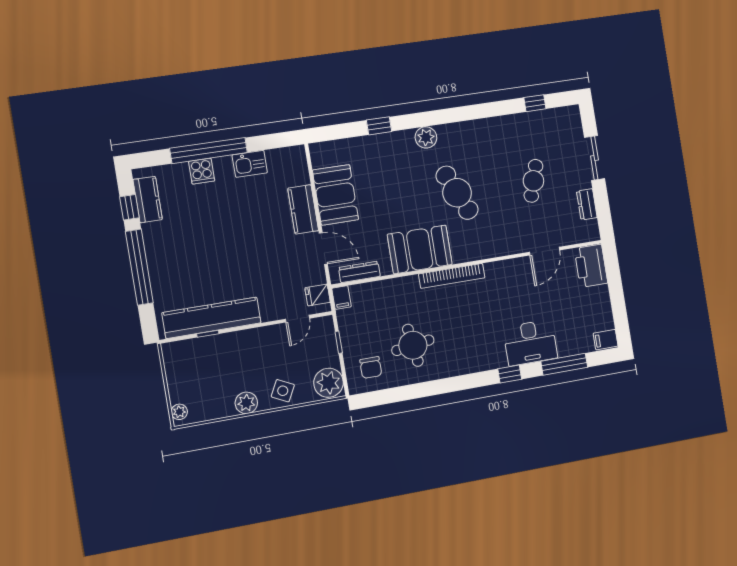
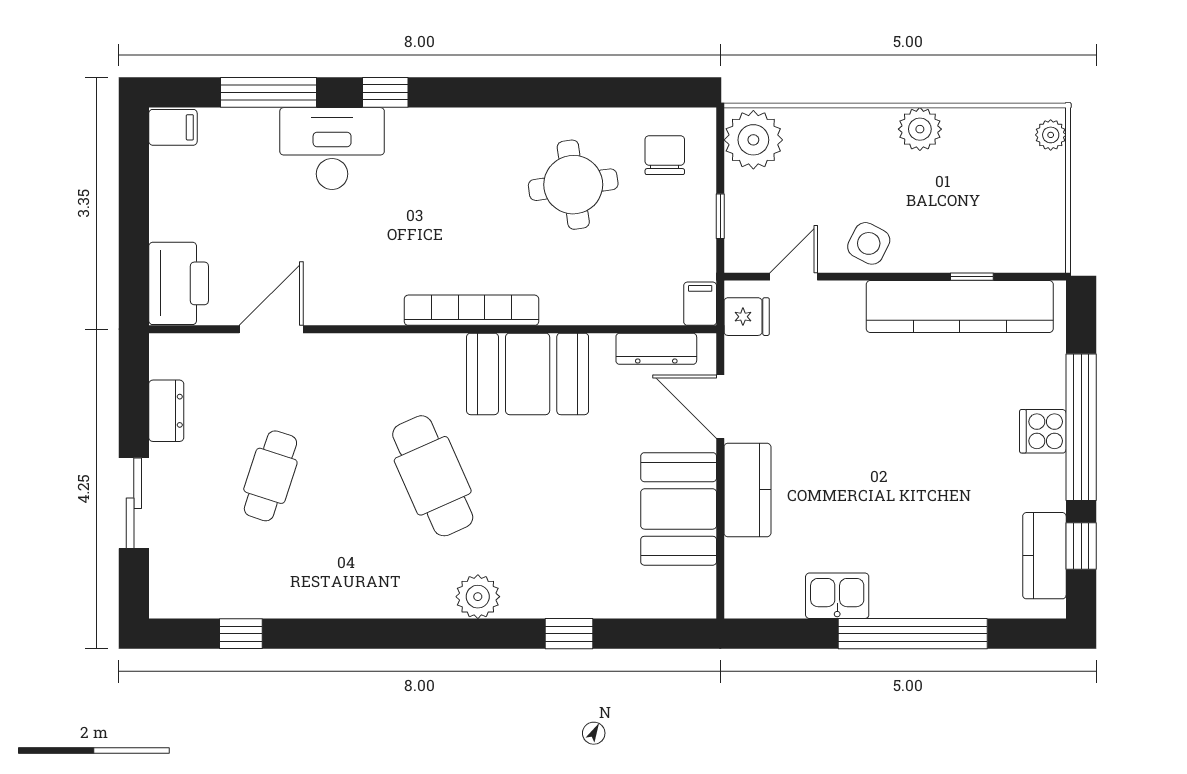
cooker: (202, 171) -> (1043, 431), moved, turned -90
side table: (283, 391) -> (869, 243), moved

